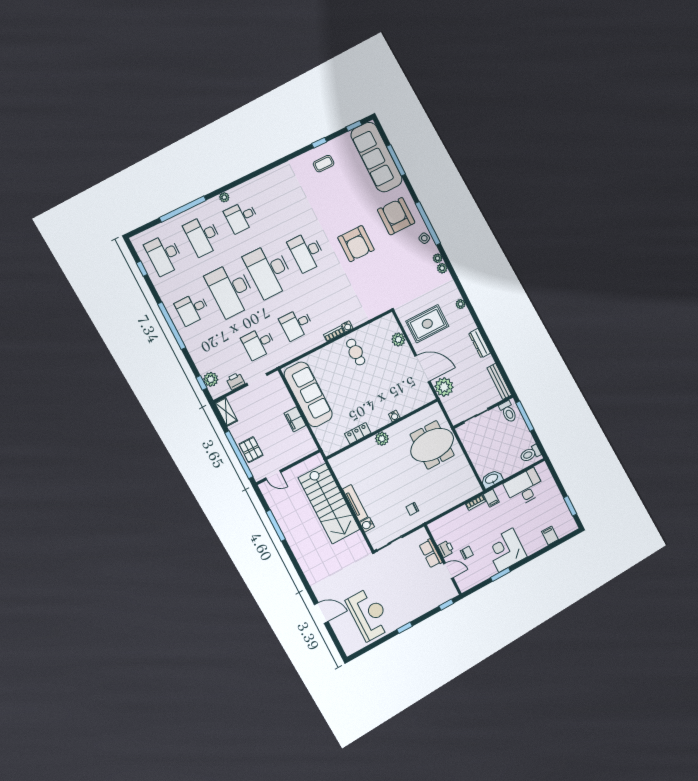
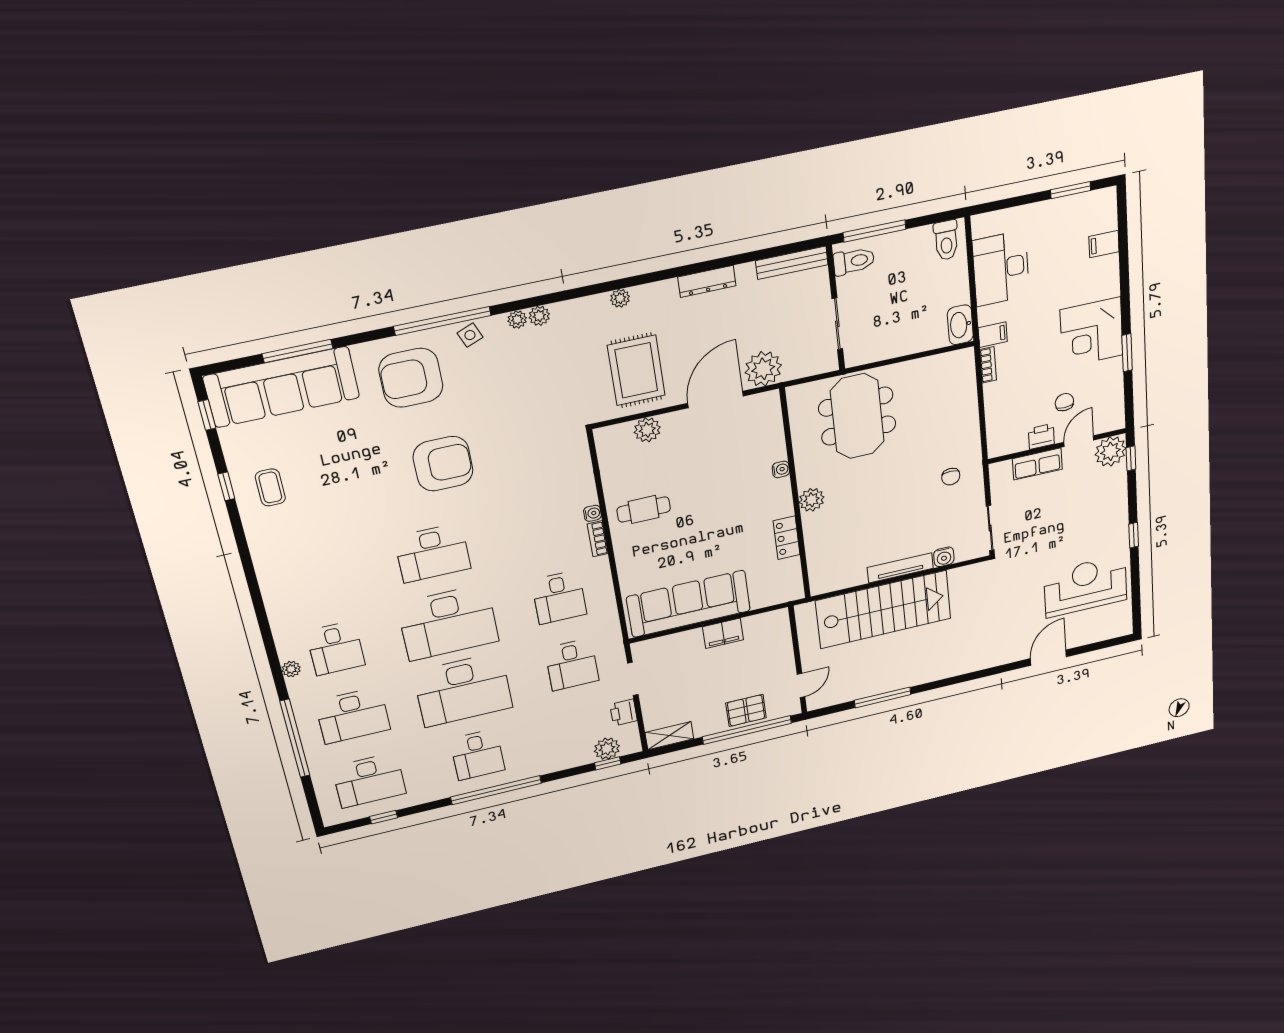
plant: (447, 591) -> (1110, 451), added

